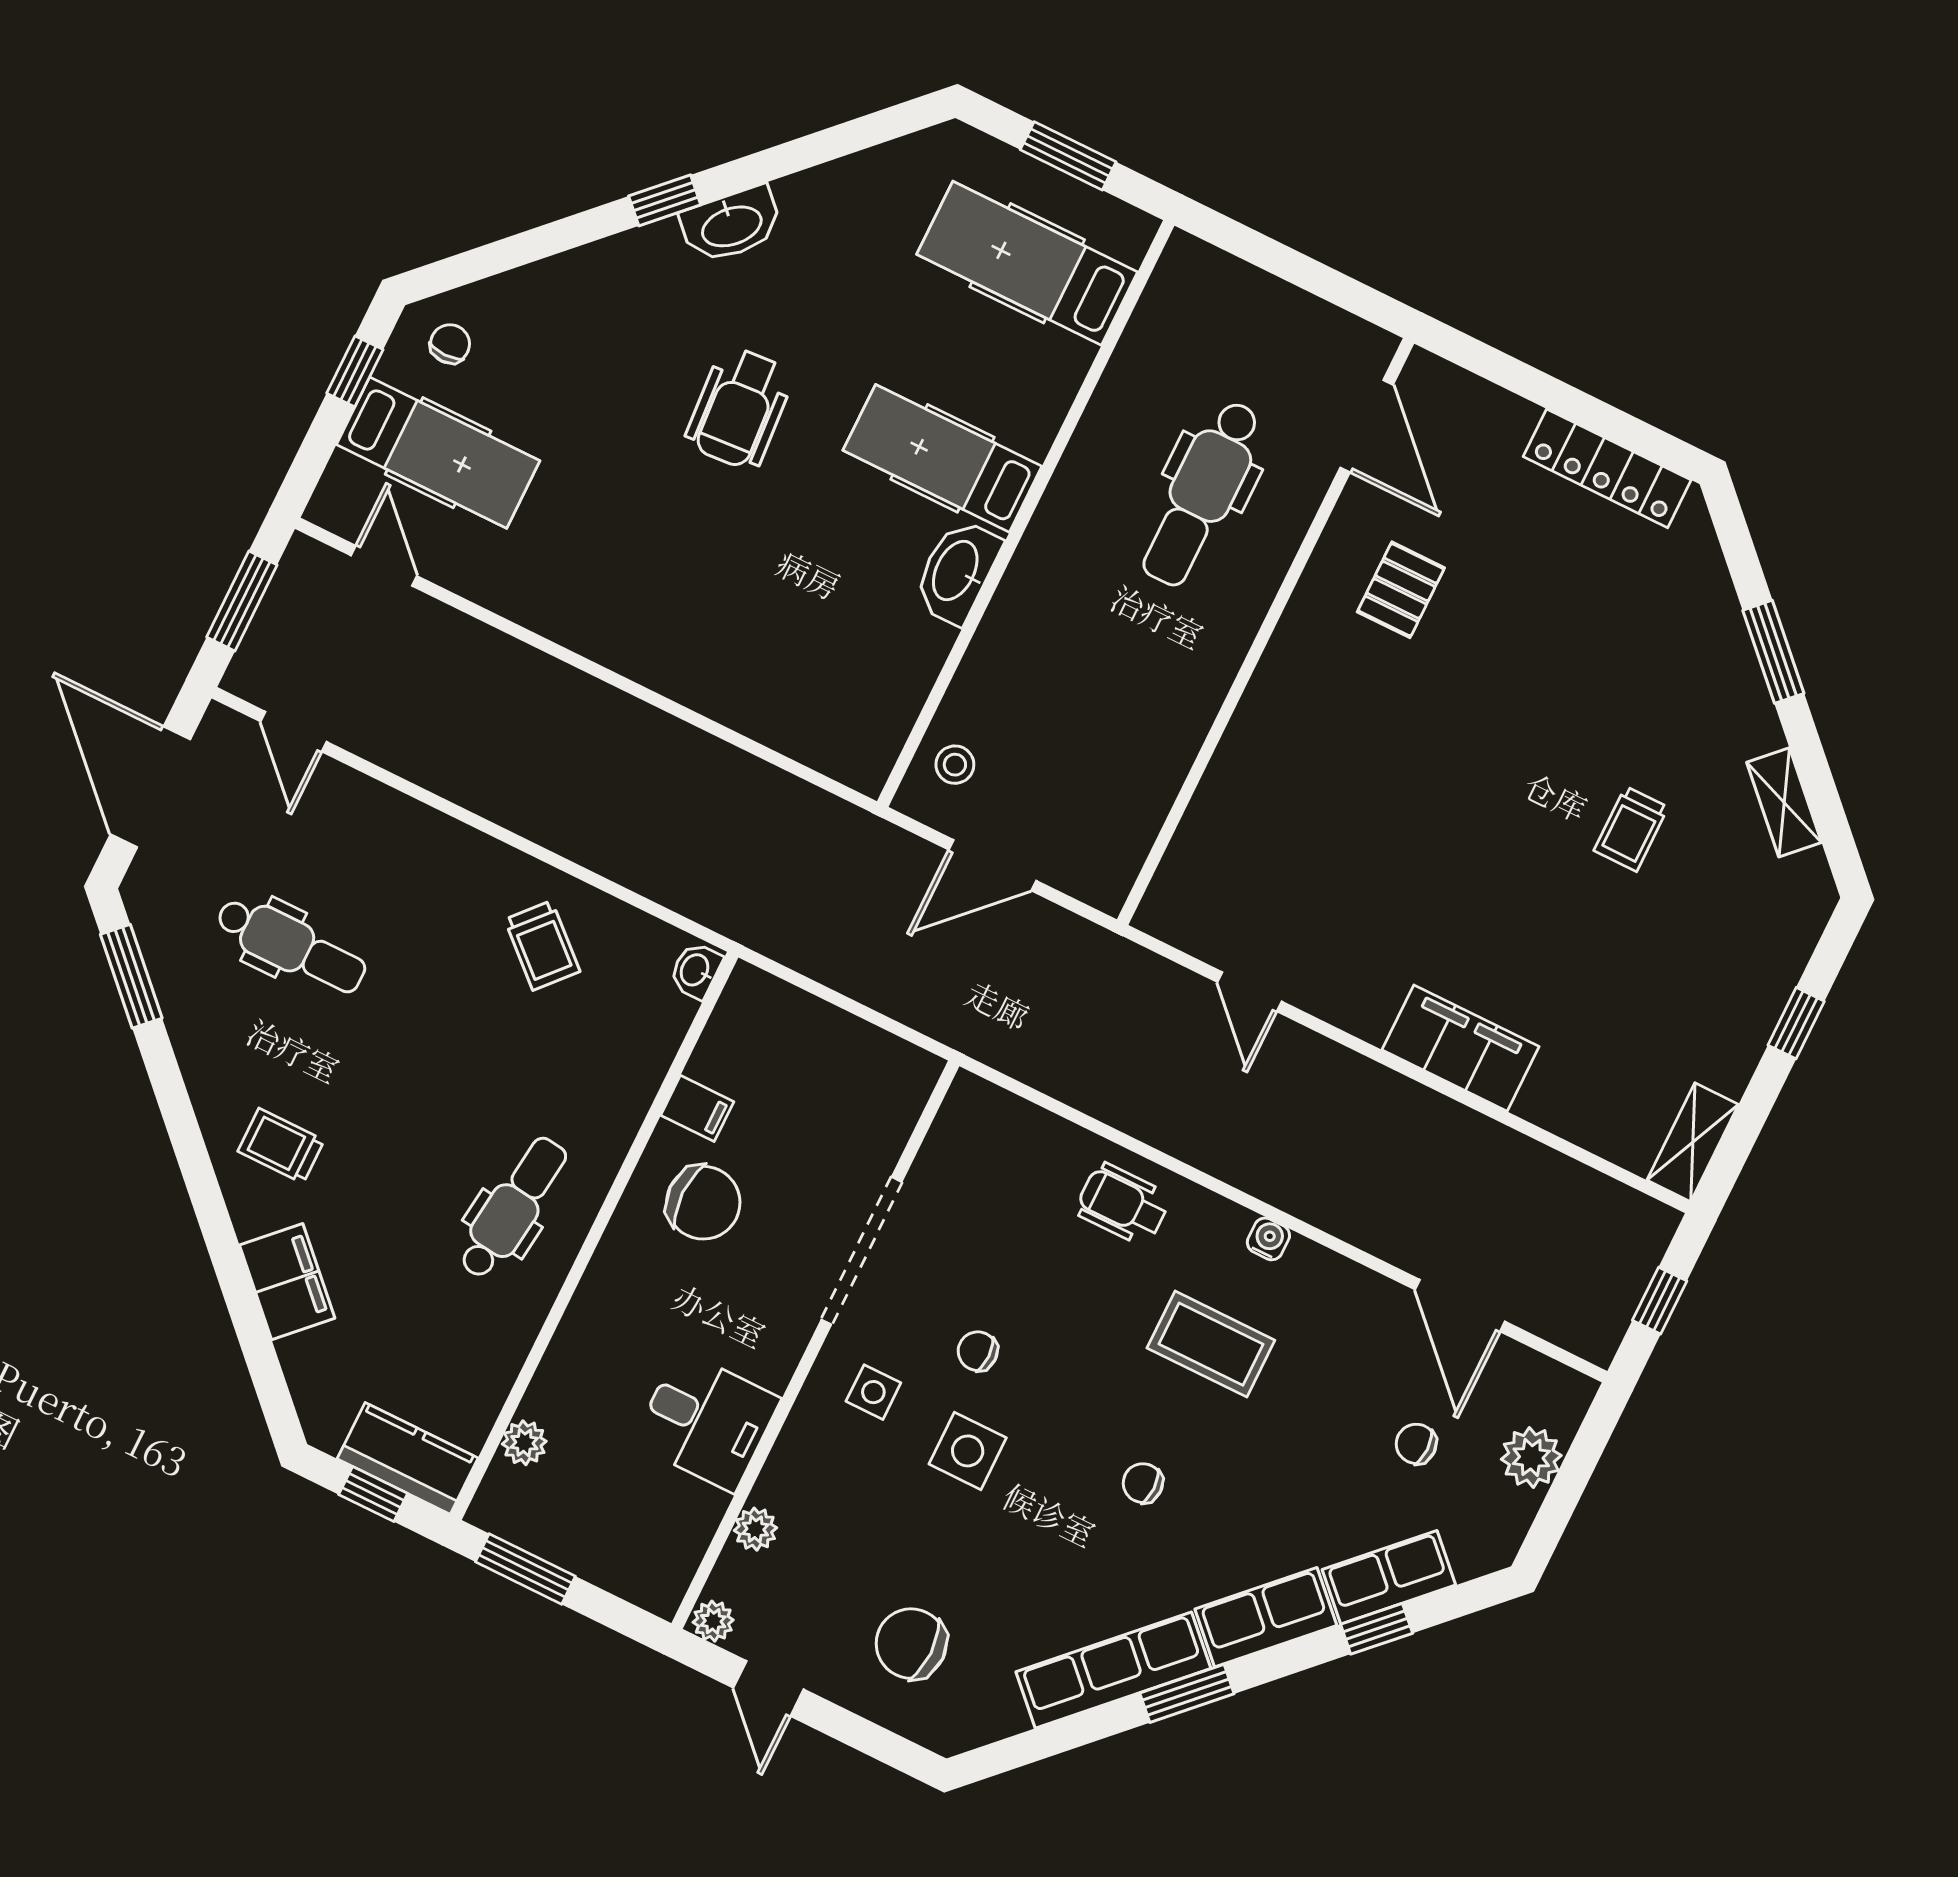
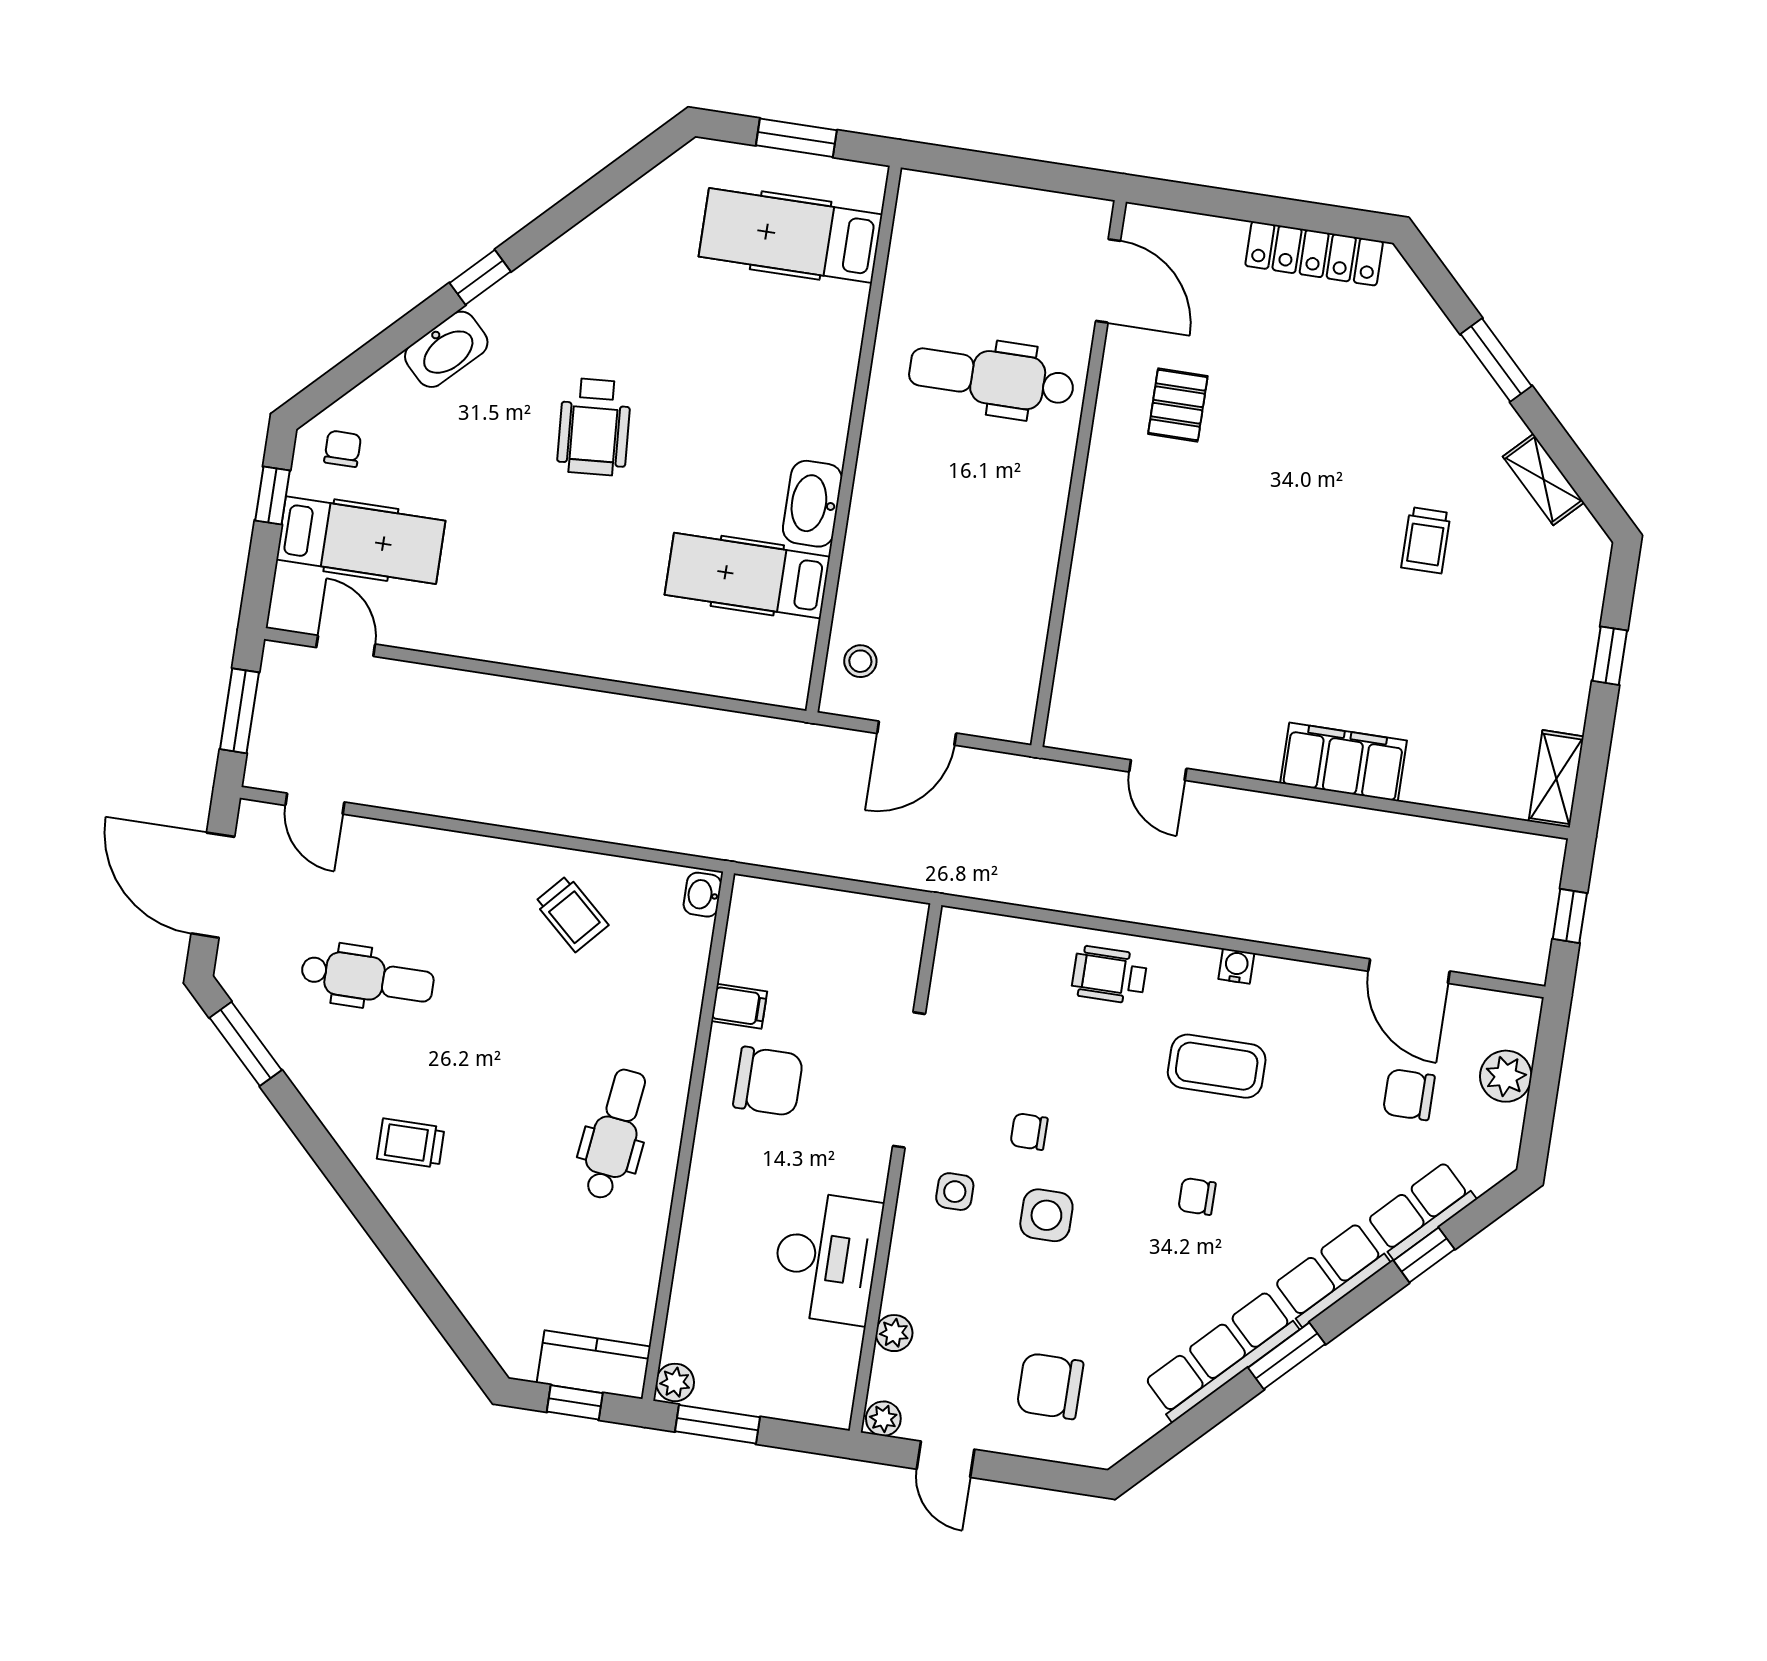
washbasin: (731, 225) -> (446, 349), moved
hospital bed: (942, 458) -> (747, 576), moved
dental chair: (1202, 493) -> (991, 378), turned 90
filing cabinet: (287, 1282) -> (450, 1252), removed
desk: (706, 1421) -> (827, 1258), width x1.37
plant: (524, 1443) -> (675, 1382), moved
chair: (1416, 1444) -> (1409, 1095), width x1.37, depth x1.37

